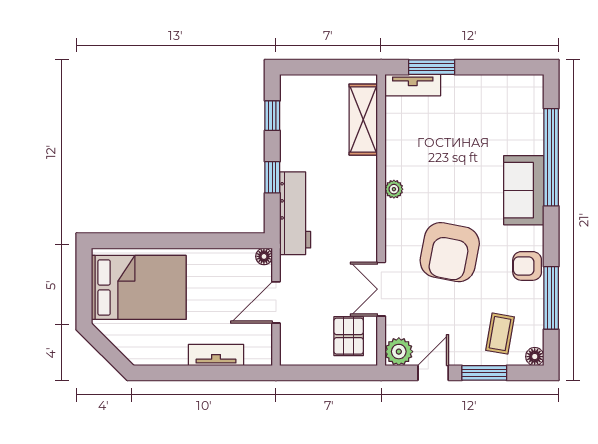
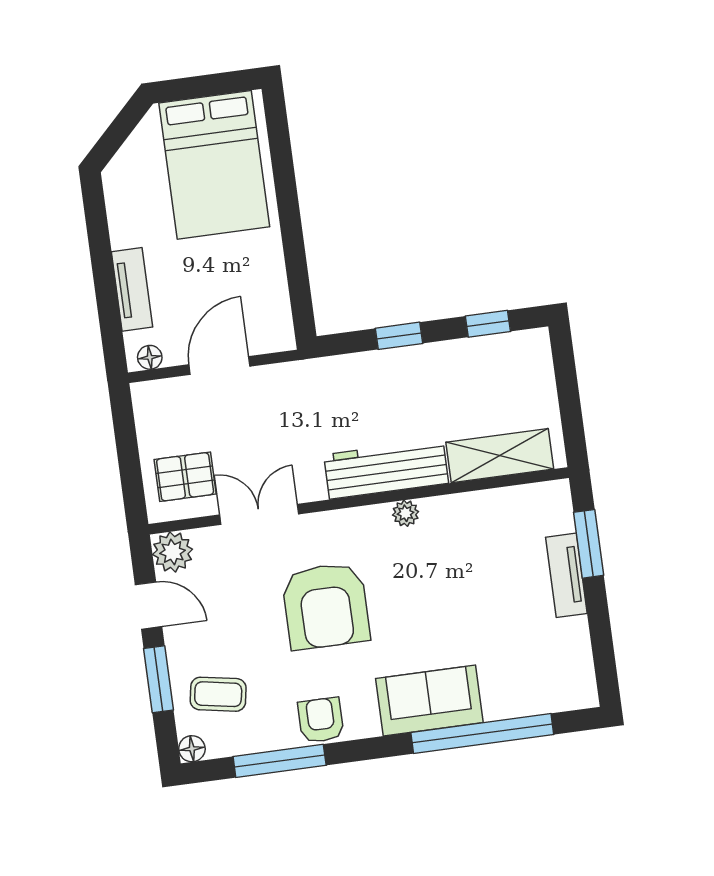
tv unit: (413, 85) -> (566, 575), moved
workbench: (295, 213) -> (386, 469), moved, turned 180
armchair: (450, 252) -> (326, 606), turned -101
floor lamp: (264, 256) -> (150, 357), moved
door: (276, 302) -> (219, 365), hinge flipped

